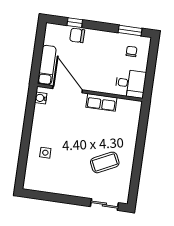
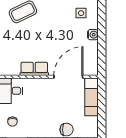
door: (68, 89) -> (68, 77), swing flipped
water cooler: (41, 98) -> (93, 35), moved

